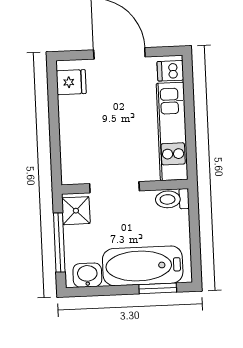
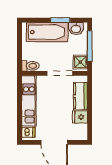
fridge: (71, 82) -> (80, 117), moved
kitchen counter: (73, 145) -> (81, 96), added
window: (158, 288) -> (60, 20), moved

